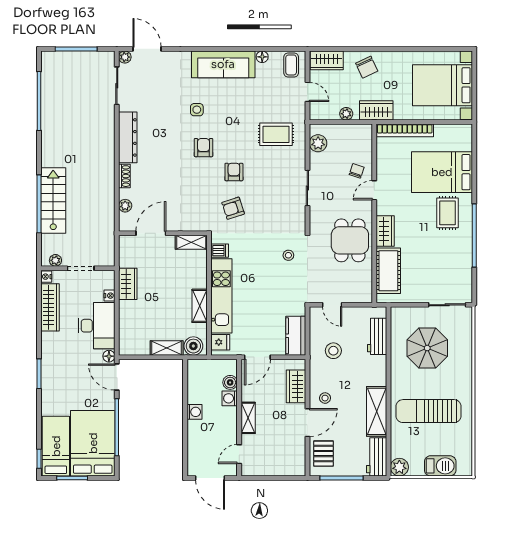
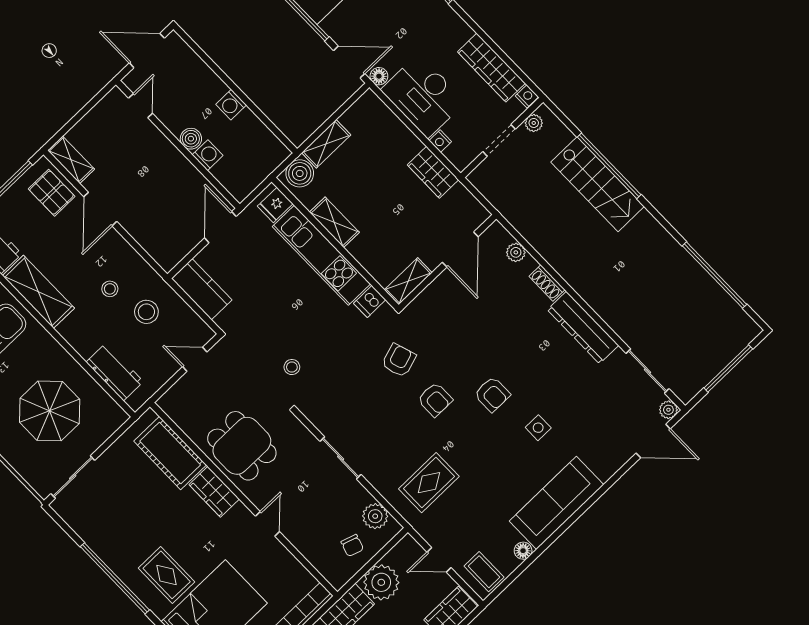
plant: (346, 114) -> (381, 582), width x1.87, depth x1.87
chair: (357, 171) -> (352, 545), moved
boiler: (230, 382) -> (191, 139), moved
wardrobe: (296, 386) -> (149, 236), removed
stool: (325, 398) -> (110, 289), moved
shelving: (248, 418) -> (71, 160), moved

